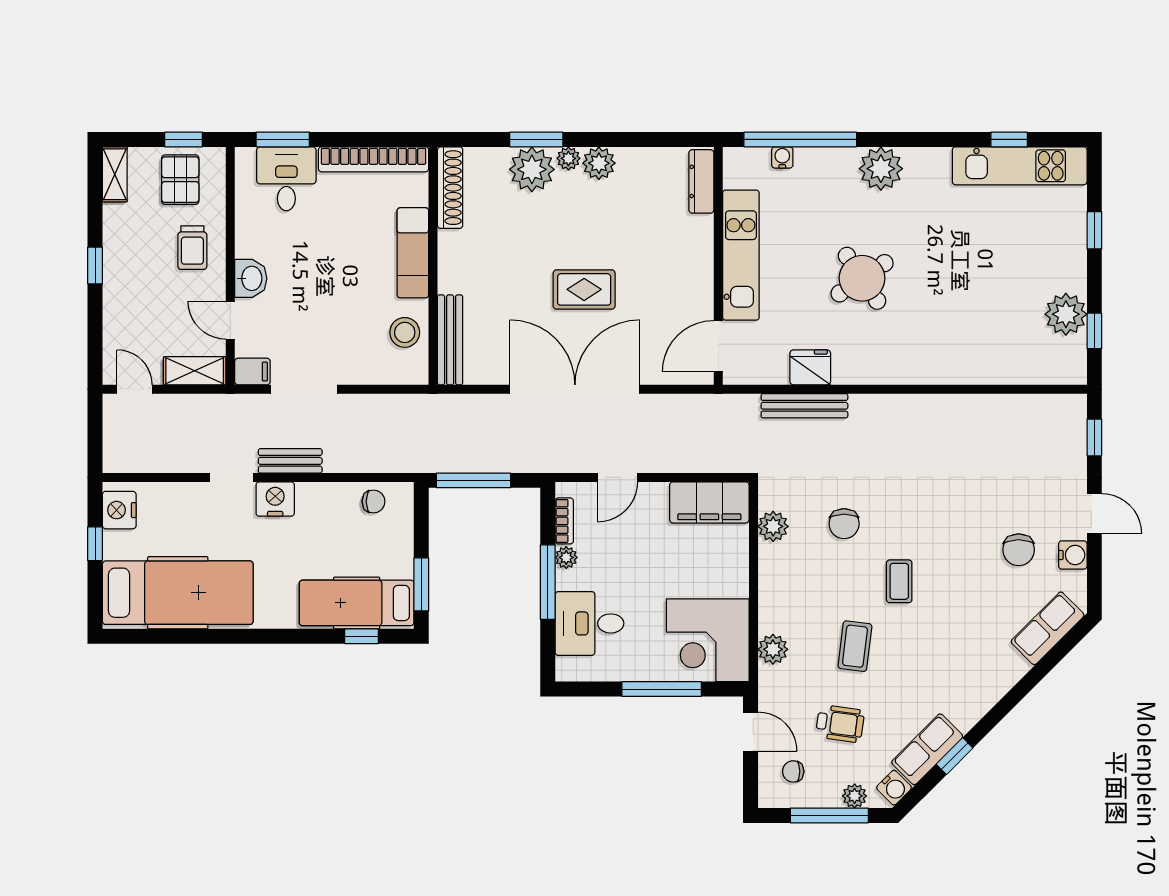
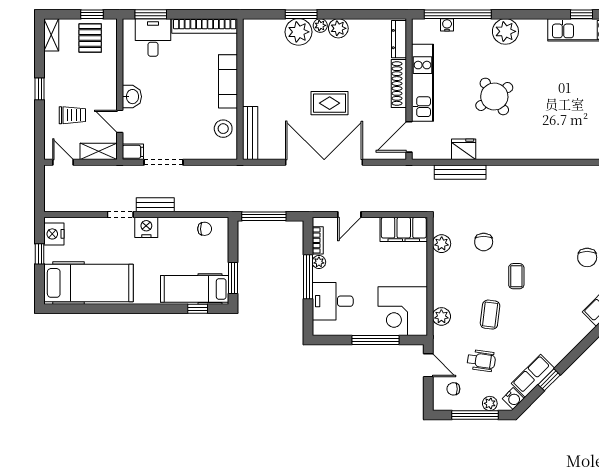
shoe rack: (450, 188) -> (399, 84), moved, turned 180
trolley: (192, 248) -> (72, 115), moved, turned -90

